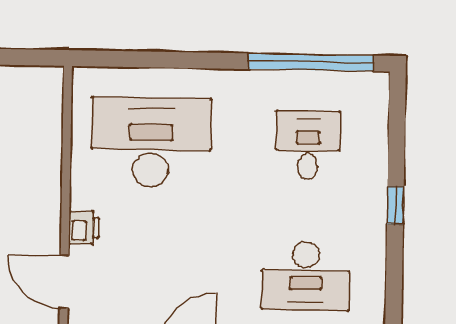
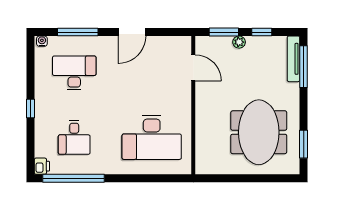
printer: (84, 228) -> (42, 166), moved, turned 180

